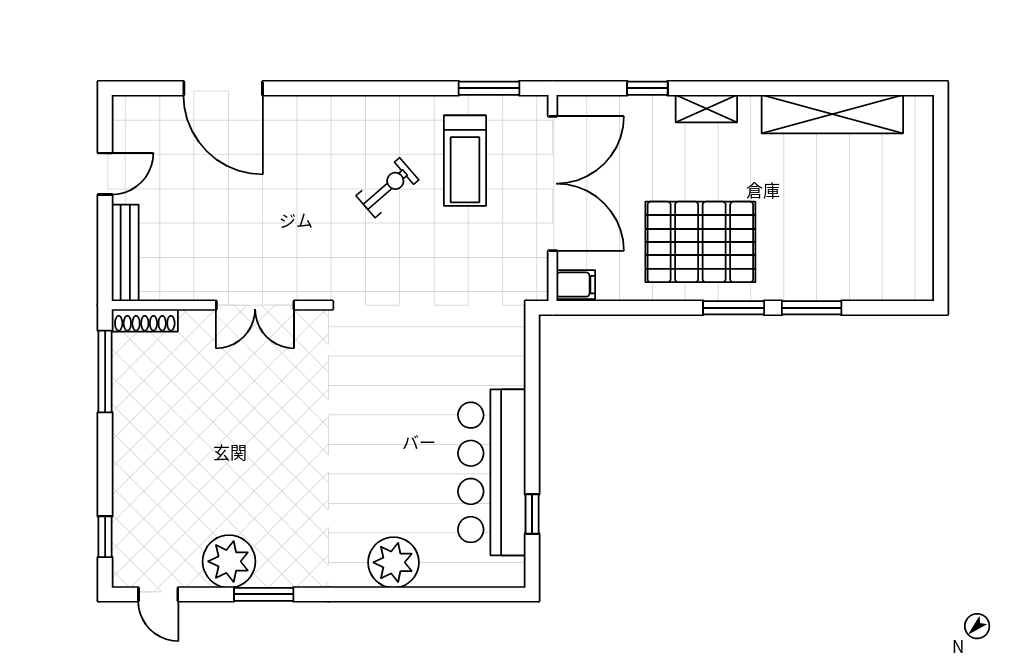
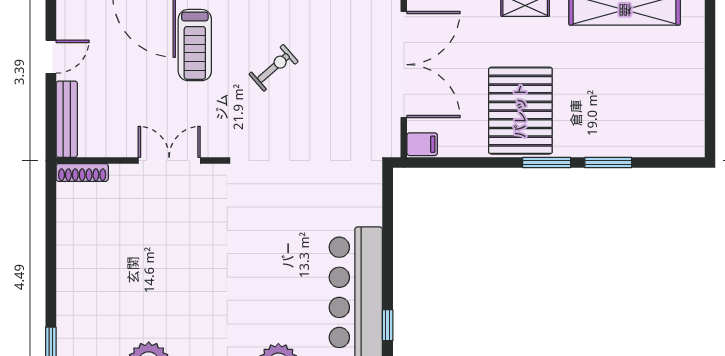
treadmill: (465, 161) -> (195, 45), moved
pallet: (700, 242) -> (520, 111), turned 90
double door: (255, 305) -> (169, 160), swing flipped
window: (105, 372) -> (51, 213), removed

